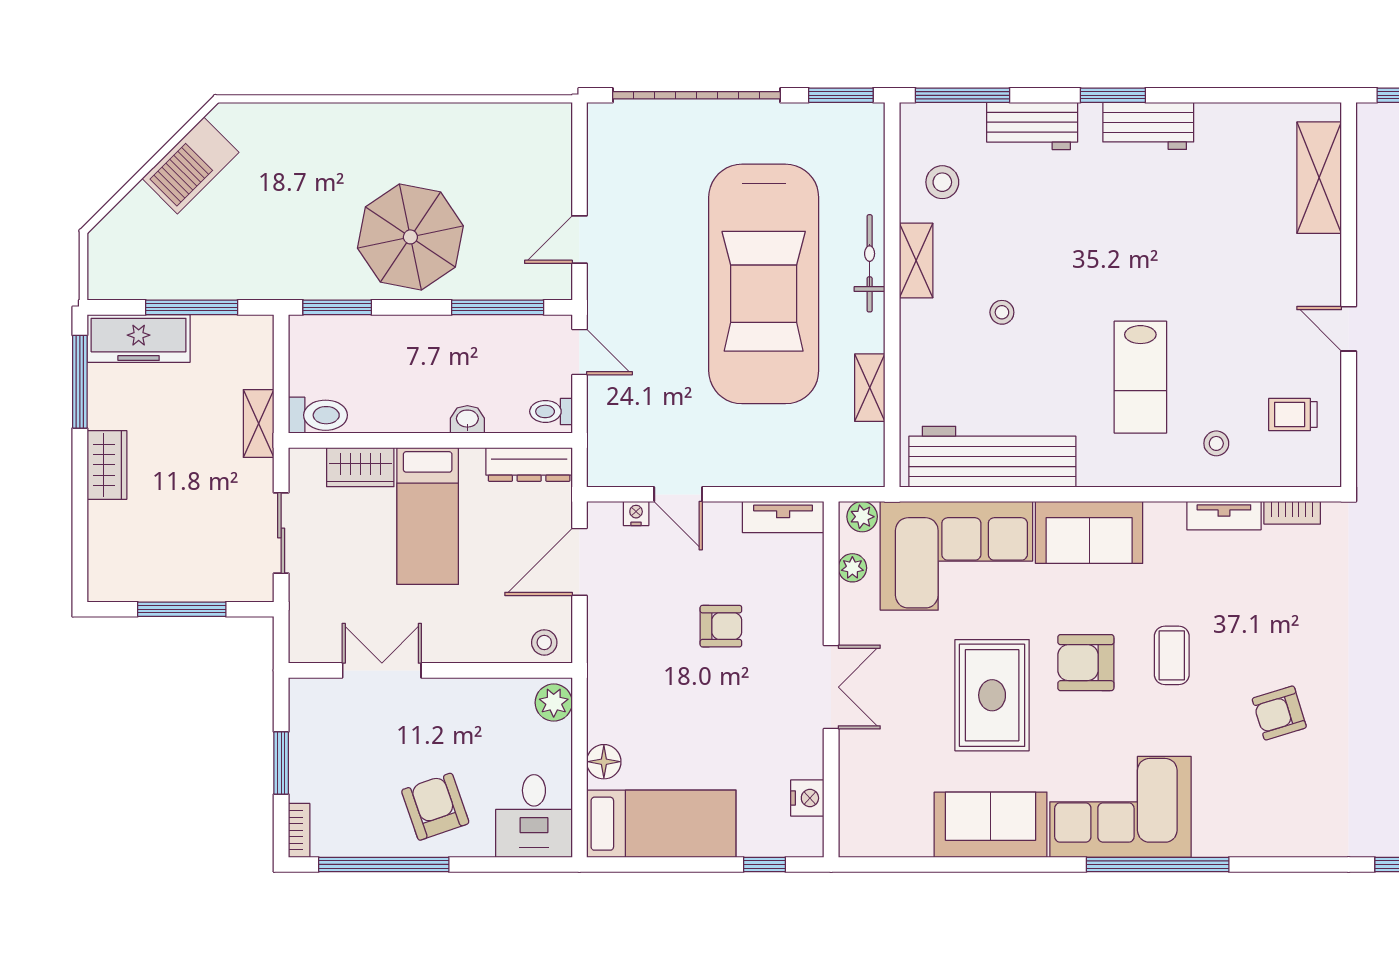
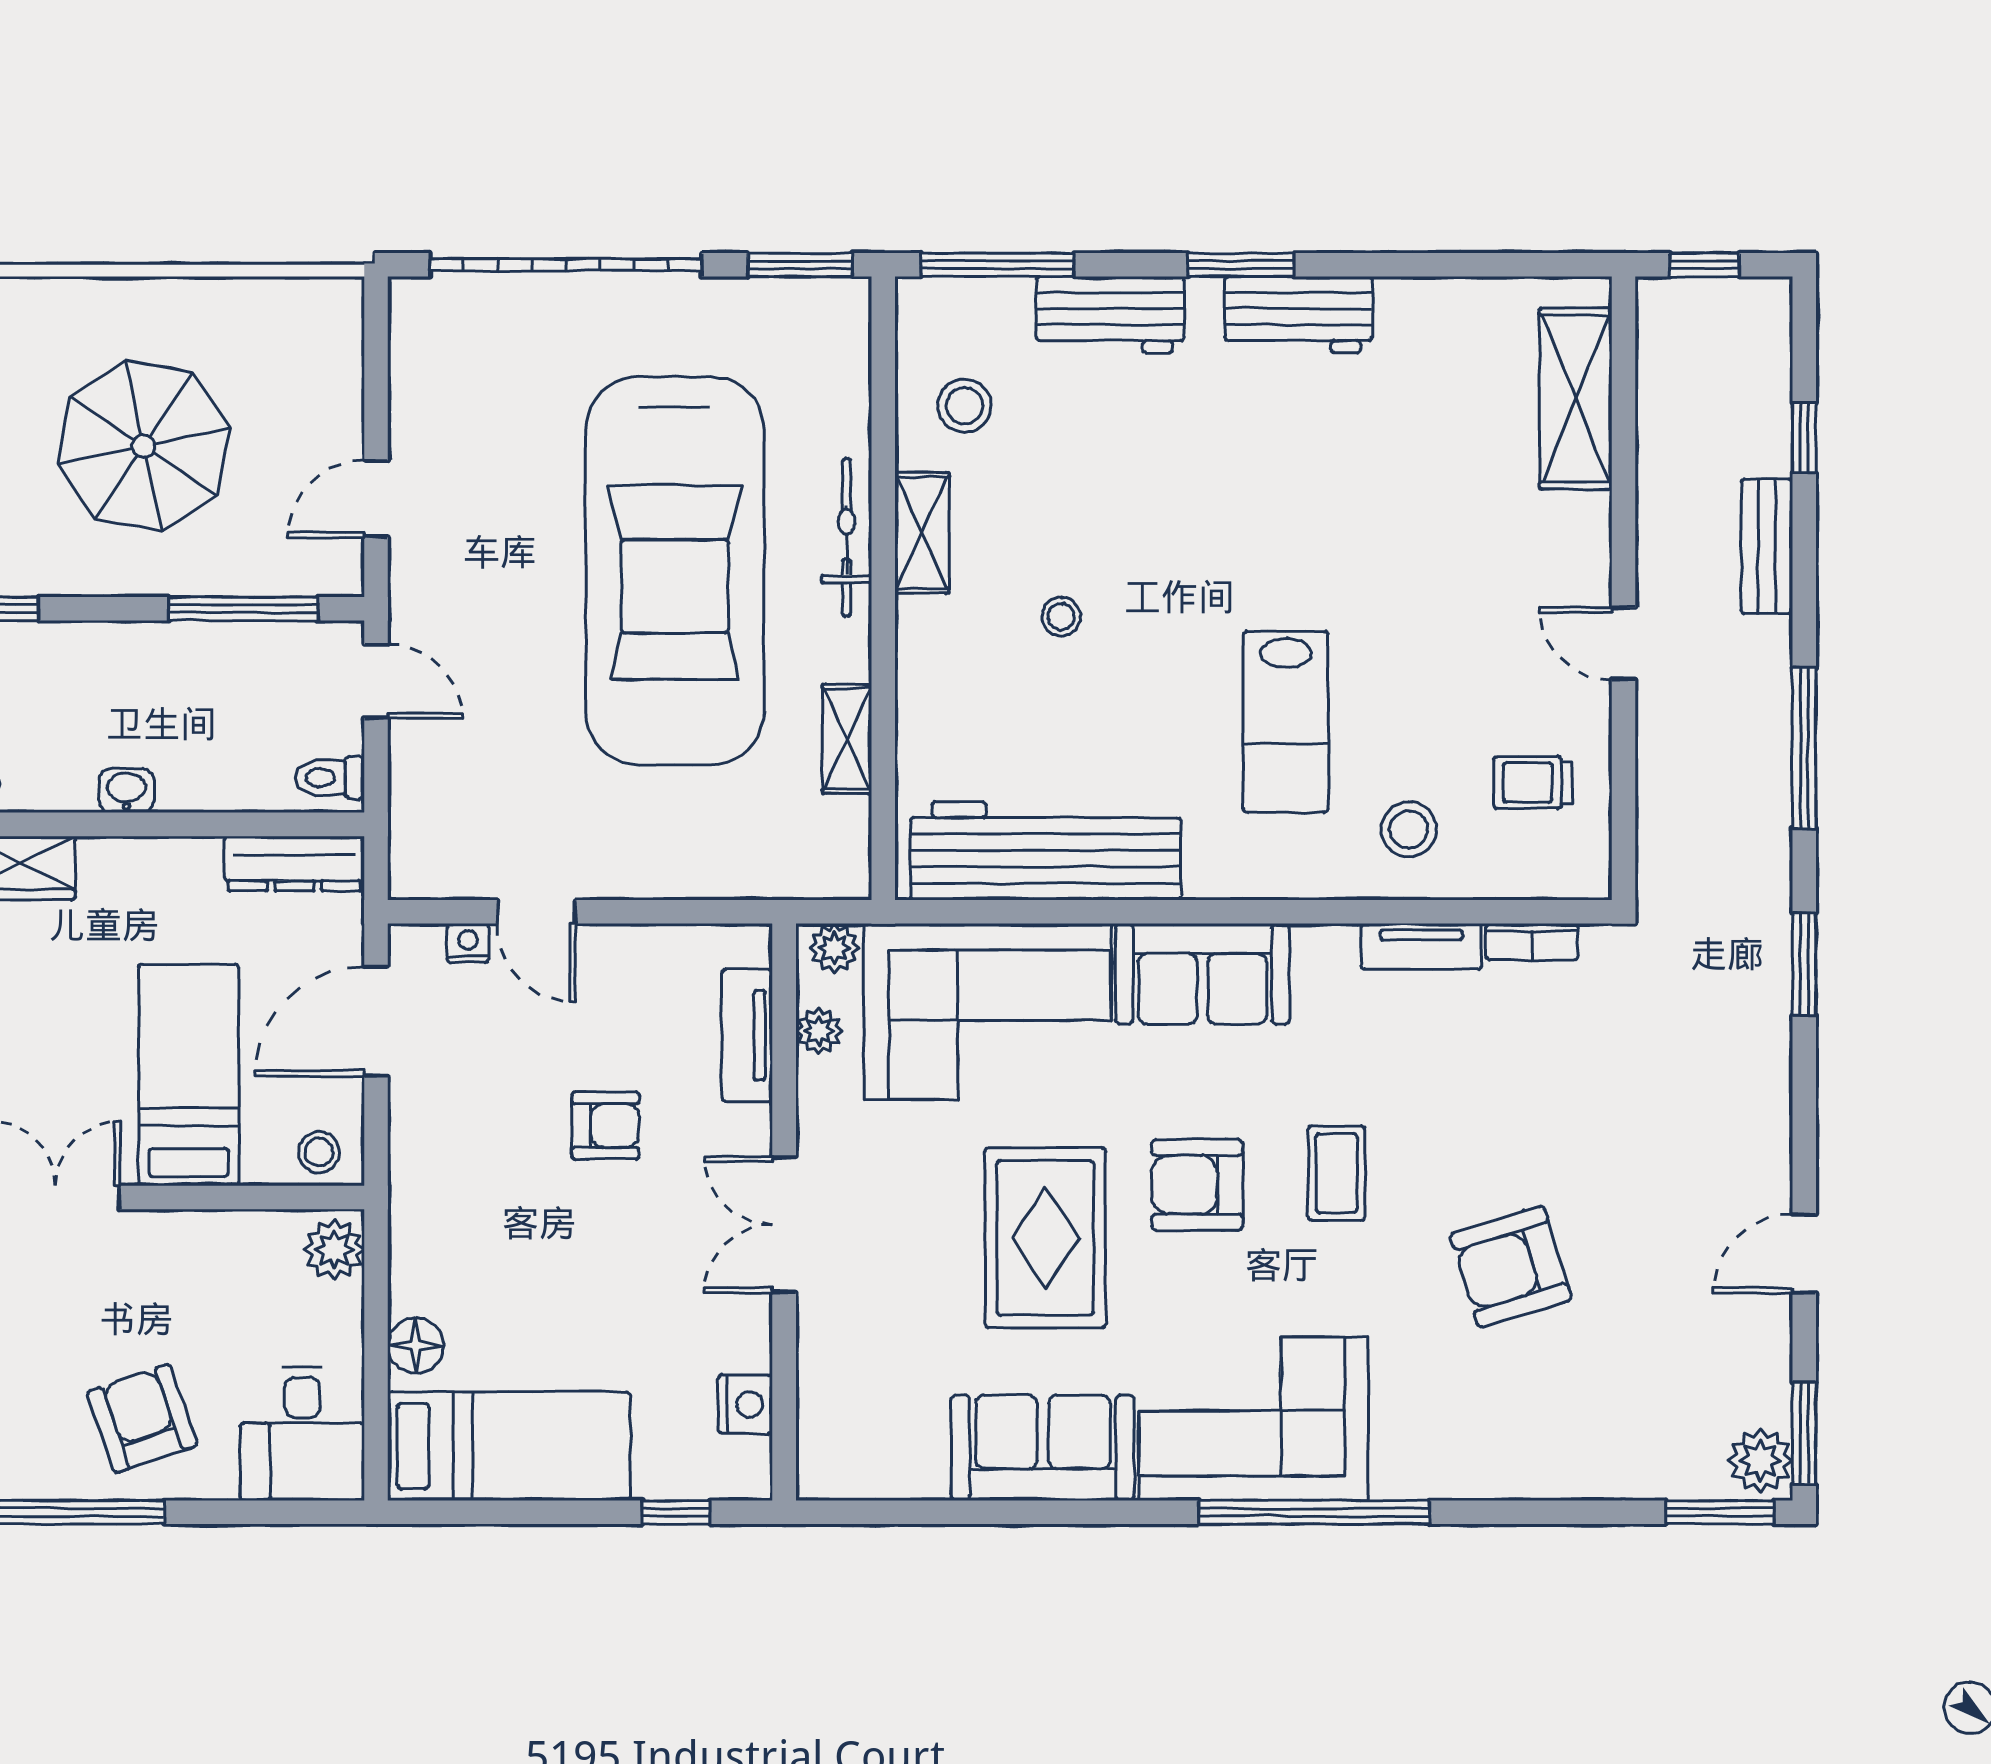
parasol: (410, 237) -> (144, 446), moved
washbasin: (467, 419) -> (126, 790), moved
stool: (1216, 443) -> (1409, 829), width x1.37, depth x1.37
bed: (428, 516) -> (189, 1075), moved, turned 180
tv unit: (783, 517) -> (747, 1035), moved, turned 90
double door: (831, 687) -> (784, 1224), swing flipped
armchair: (1279, 713) -> (1511, 1267), width x1.38, depth x1.38

